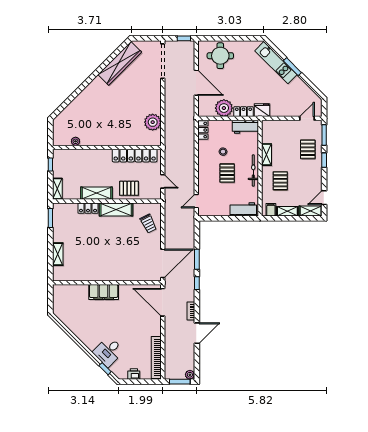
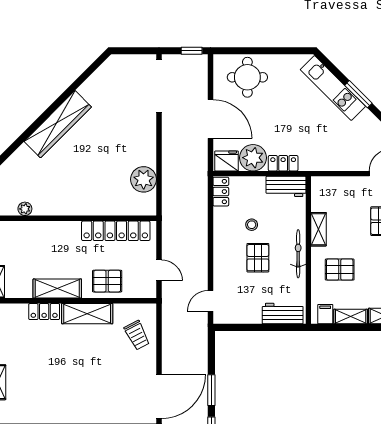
wardrobe: (120, 63) -> (58, 124), moved
fridge: (262, 110) -> (227, 161), moved
pallet: (280, 181) -> (340, 270), turned 90

